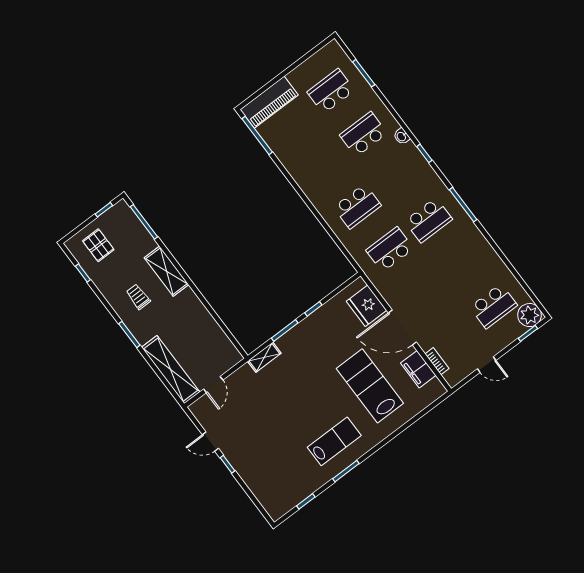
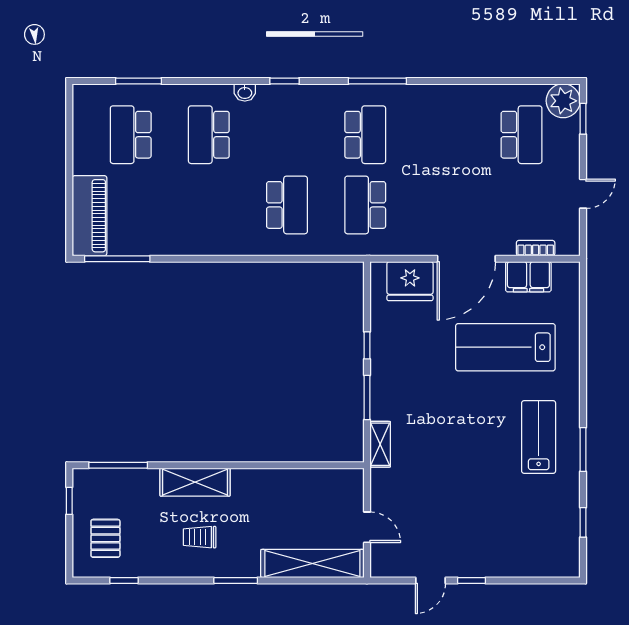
pallet: (98, 245) -> (105, 538), turned 90

